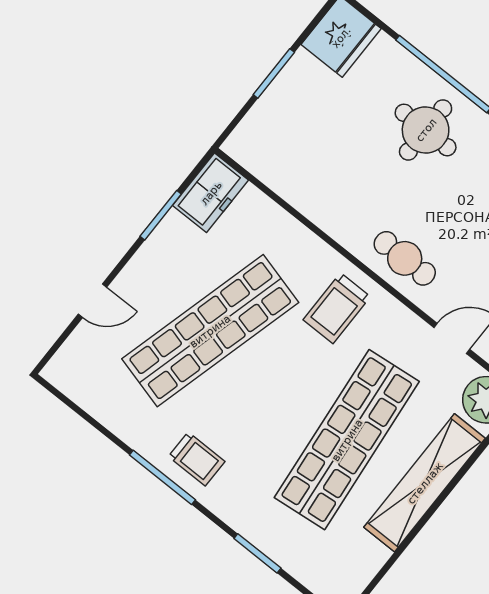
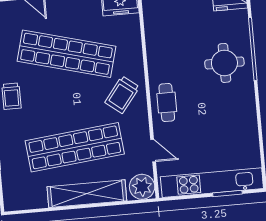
trolley: (337, 308) -> (122, 95), turned -52

